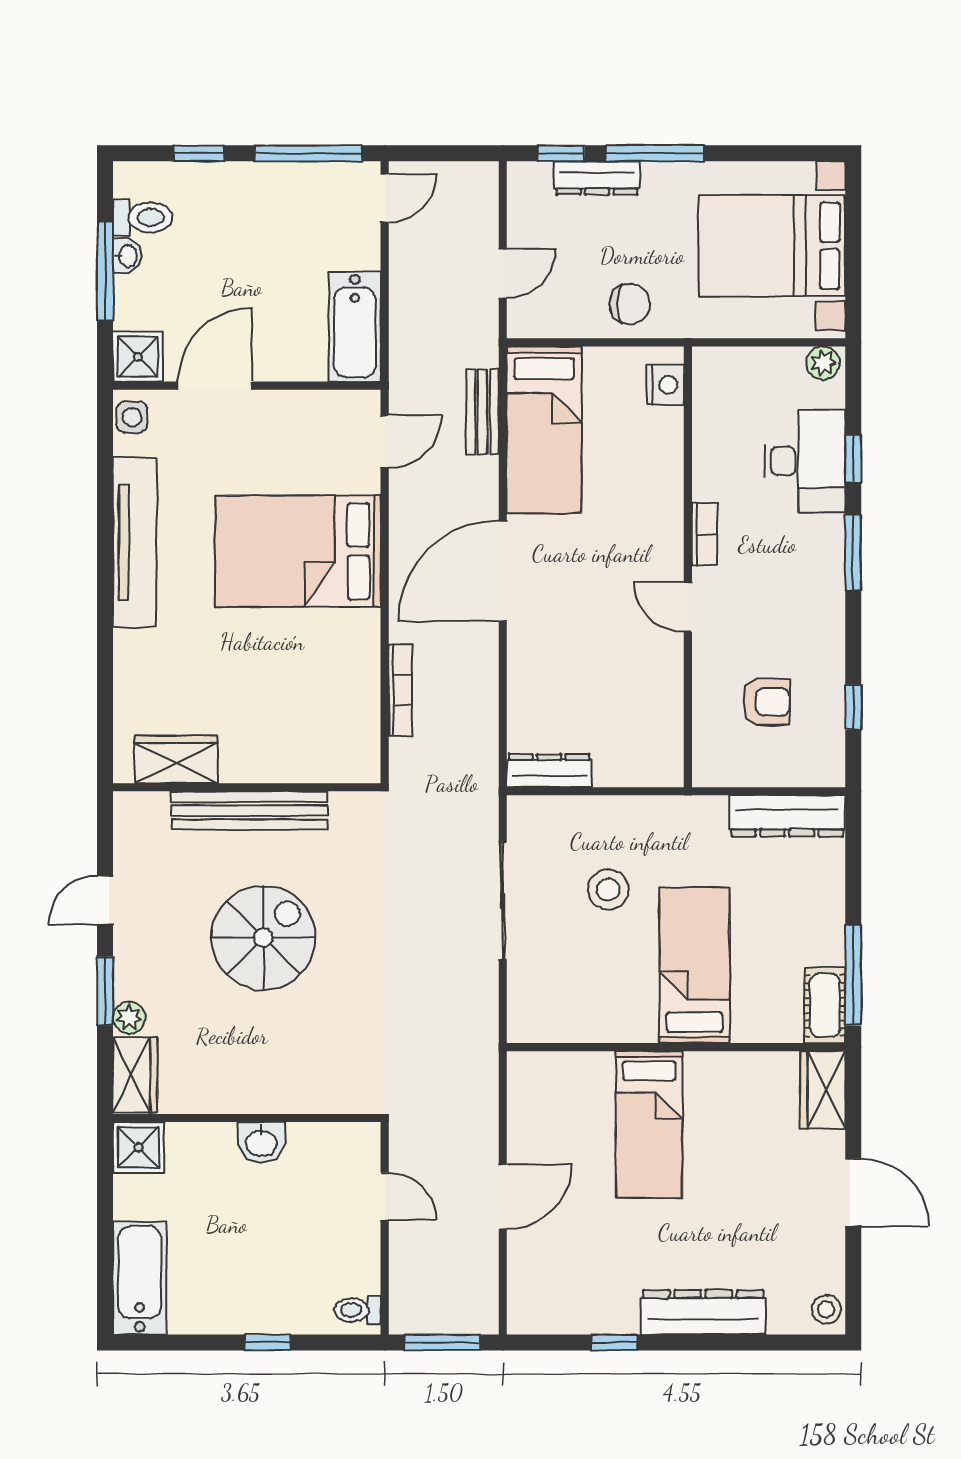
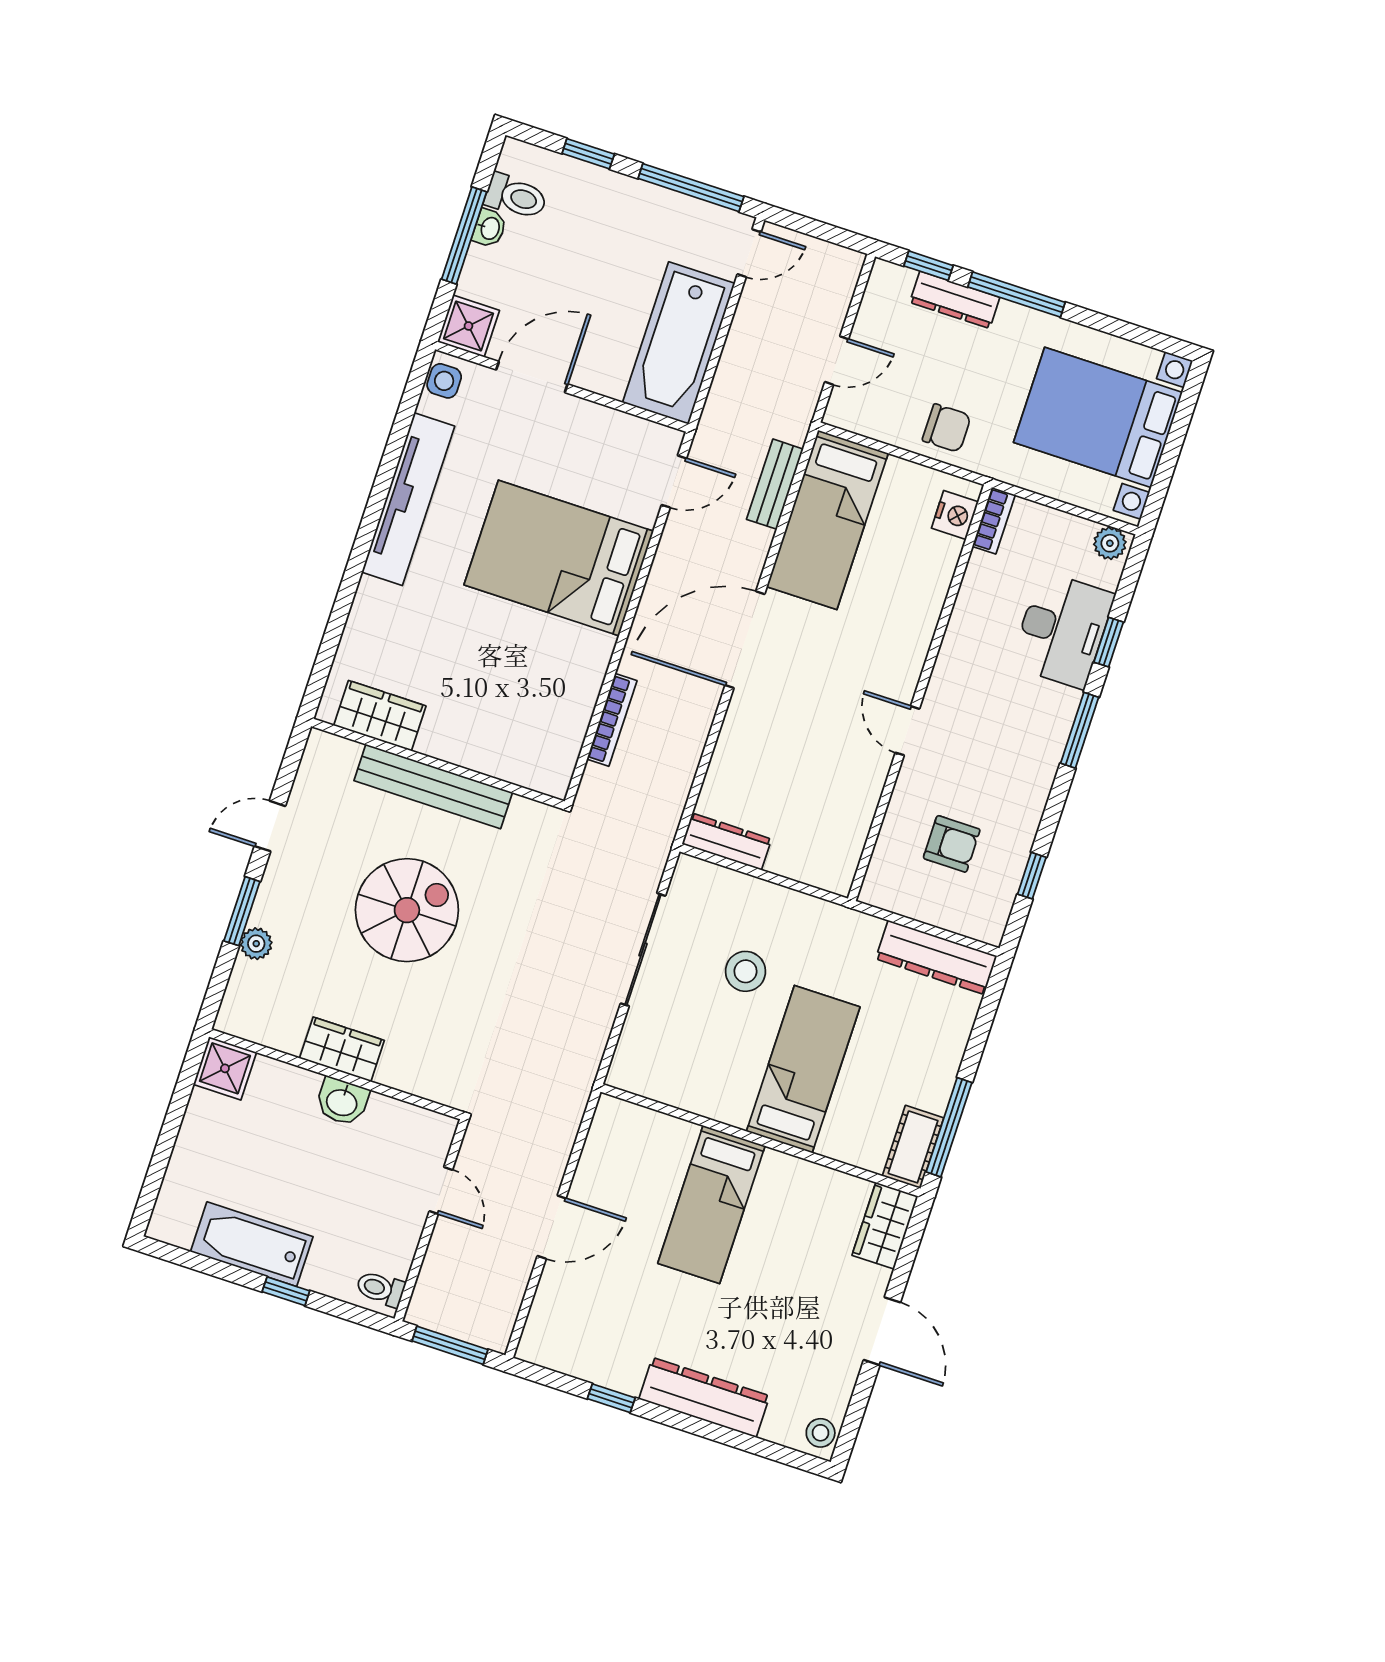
bathtub: (355, 327) -> (679, 343), width x1.36, depth x1.36
bookcase: (704, 534) -> (994, 521), moved
wardrobe: (135, 1075) -> (342, 1049), moved, turned -90
bathtub: (140, 1278) -> (252, 1244), moved, turned -90

